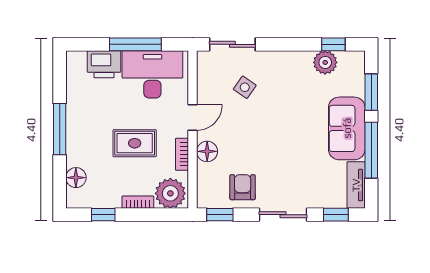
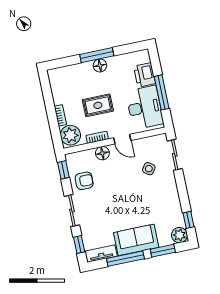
plant: (325, 62) -> (179, 235), moved
rug: (135, 143) -> (98, 105), turned 90
floor lamp: (76, 178) -> (100, 65), moved
window: (103, 215) -> (48, 95), removed

